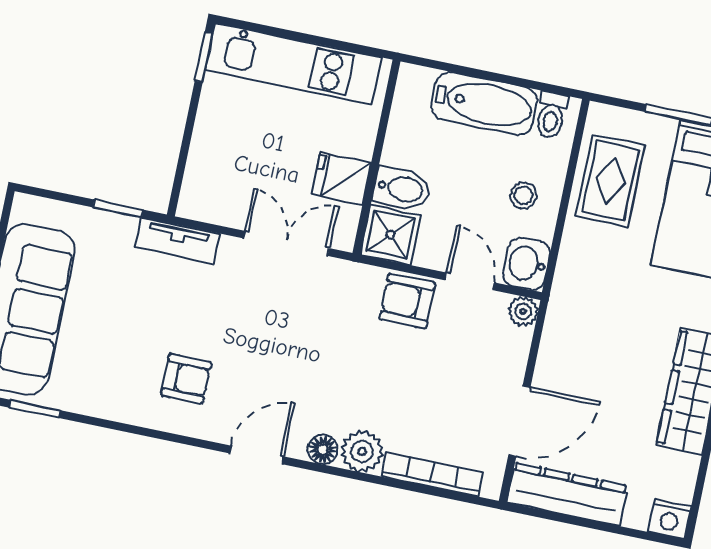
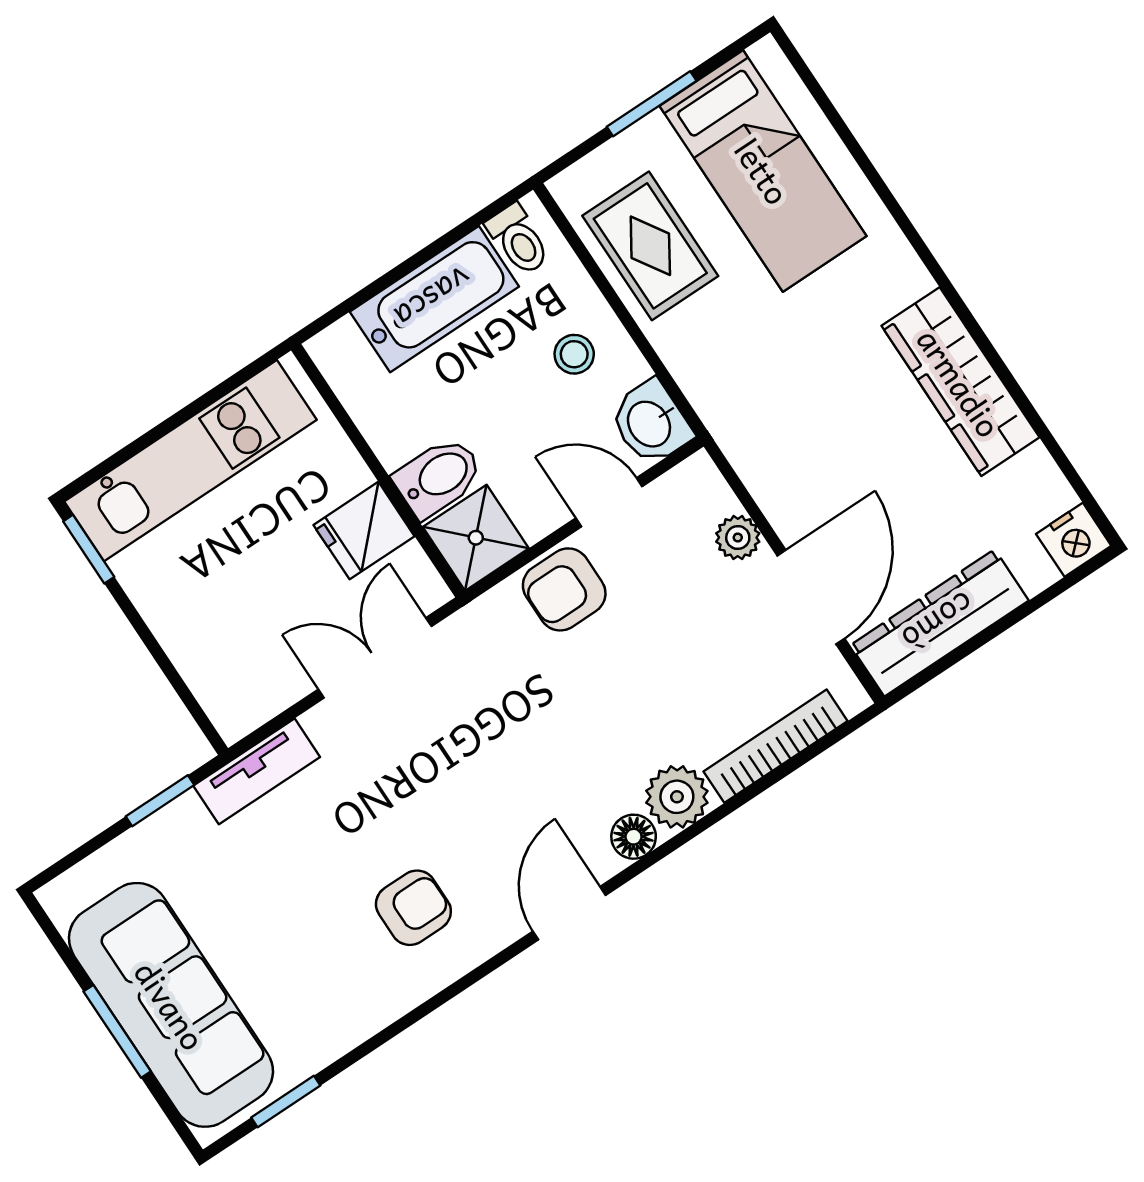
plant: (523, 311) -> (738, 537), moved

